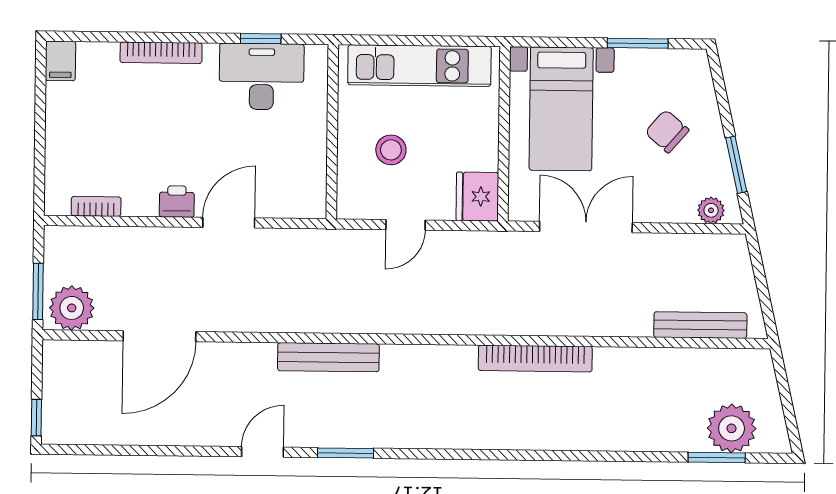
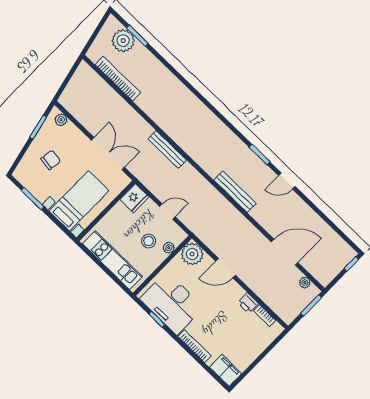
filing cabinet: (60, 61) -> (226, 370), width x2.00
desk: (262, 77) -> (172, 303), width x1.36, depth x1.30
chair: (667, 131) -> (51, 160), turned -122
plant: (349, 170) -> (169, 248), added
plant: (303, 195) -> (192, 254), added
printer: (177, 202) -> (248, 303), moved
double door: (586, 227) -> (108, 154), swing flipped
plant: (72, 308) -> (305, 283), width x0.53, depth x0.53
bench: (700, 325) -> (167, 150), moved
bookcase: (535, 358) -> (118, 79), moved

